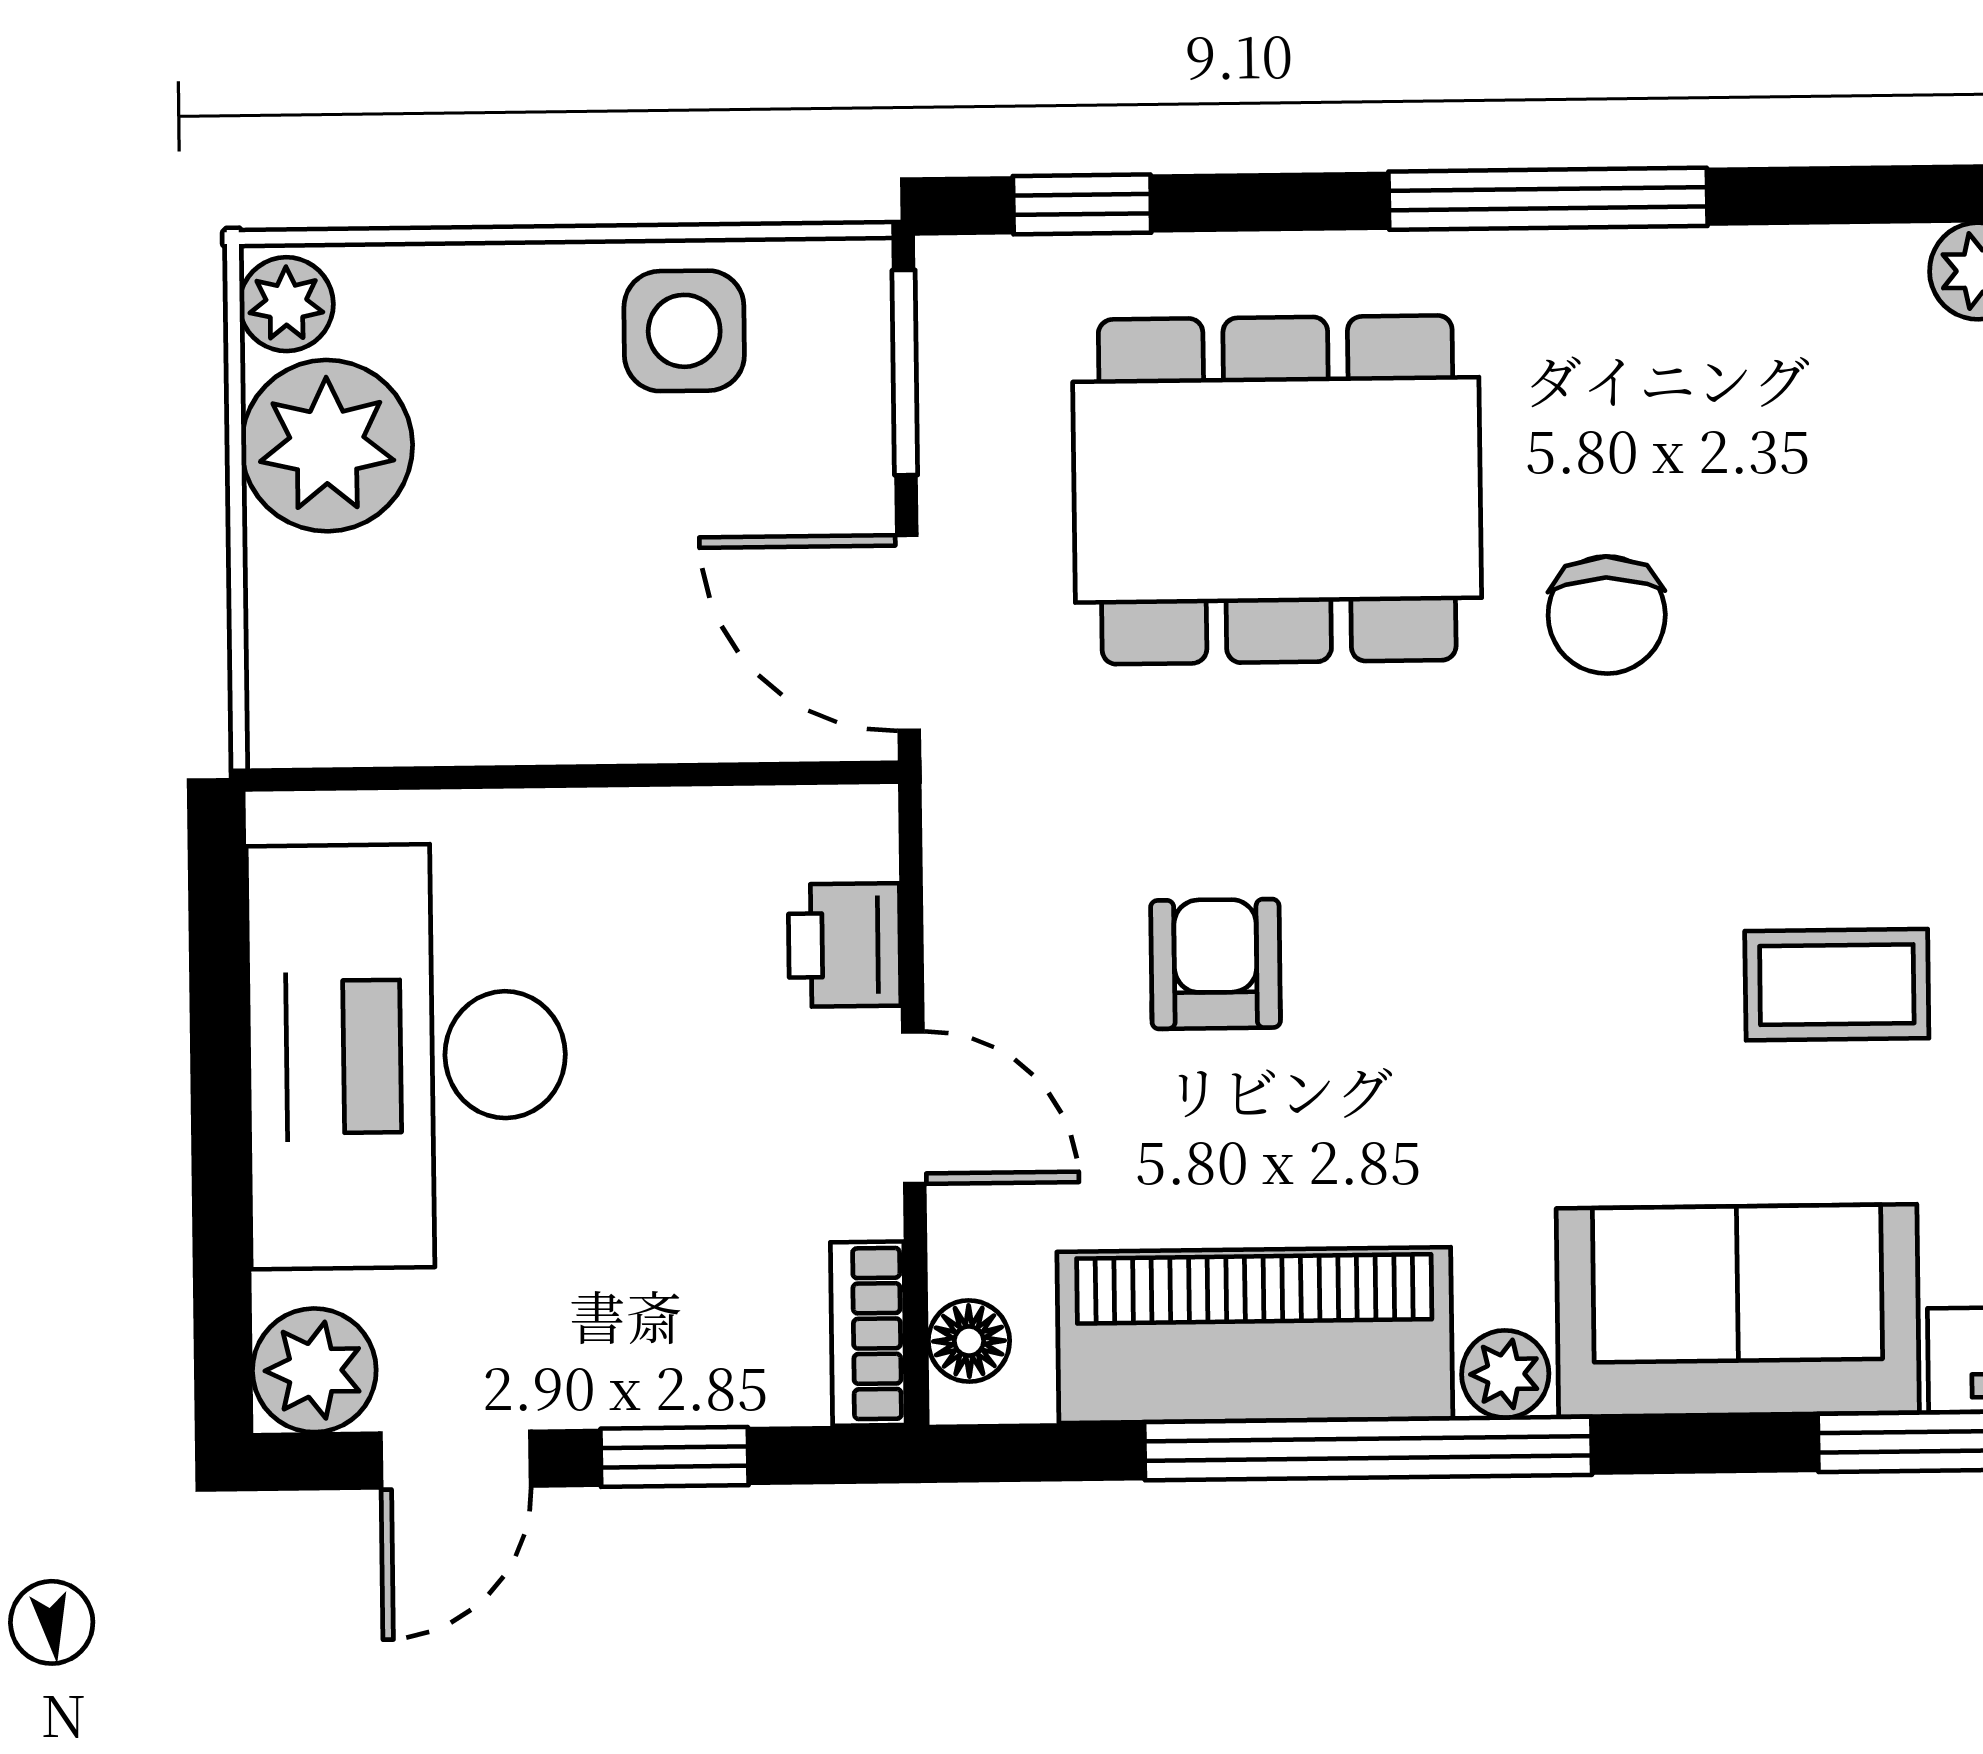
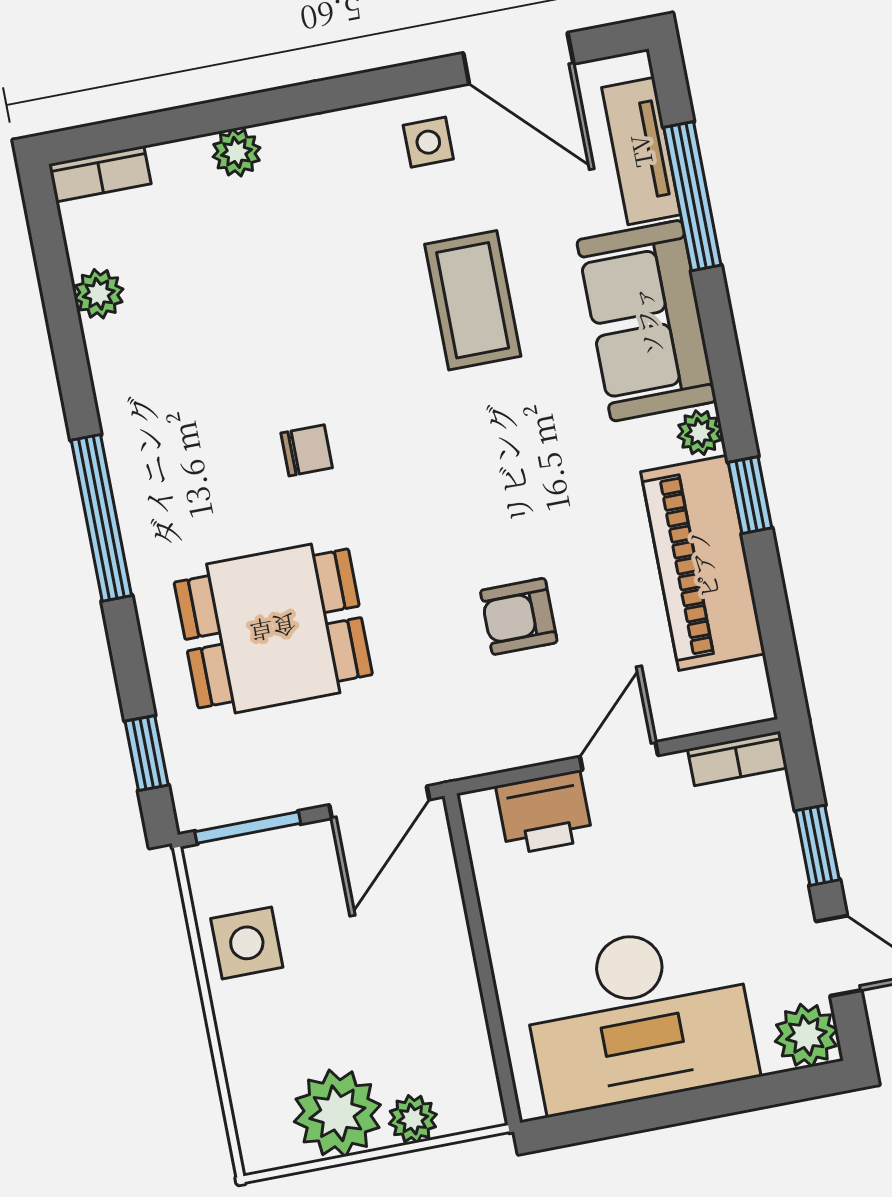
plant: (286, 304) -> (413, 1119), moved
dining table: (1277, 490) -> (273, 628), width x0.73
chair: (1607, 615) -> (307, 450), width x0.73, depth x0.73
printer: (844, 945) -> (544, 813), width x1.36, depth x1.24
coffee table: (1837, 985) -> (473, 300), width x1.36, depth x1.30
floor lamp: (969, 1341) -> (732, 707), removed
window: (1368, 1448) -> (750, 495), width x0.32

